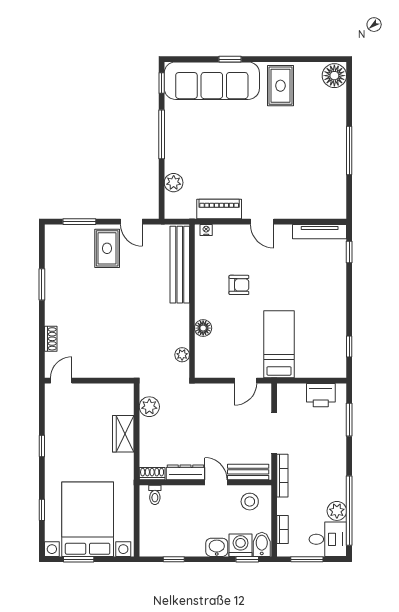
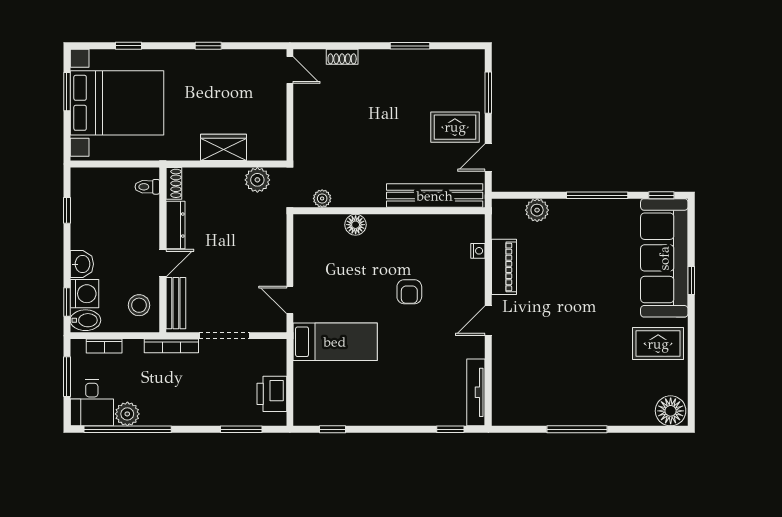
bench: (180, 265) -> (435, 196), moved
wall: (192, 301) -> (389, 211), moved
floor lamp: (203, 328) -> (356, 225), moved
plant: (182, 355) -> (322, 198), moved

